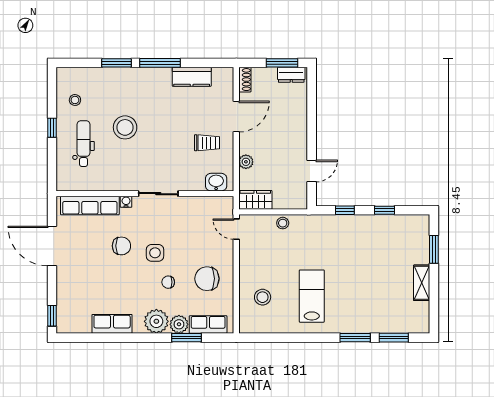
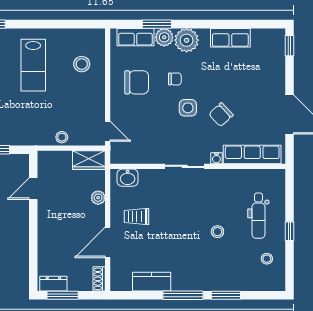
stool: (125, 127) -> (217, 232), width x0.53, depth x0.53
chair: (121, 246) -> (221, 115), turned -43

